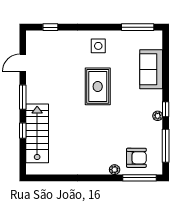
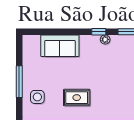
window: (138, 27) -> (19, 82), moved
rug: (98, 86) -> (77, 98), width x0.73, depth x0.70

